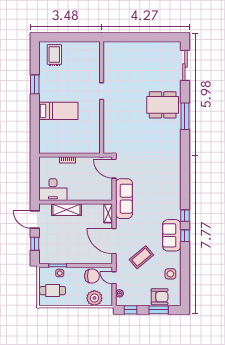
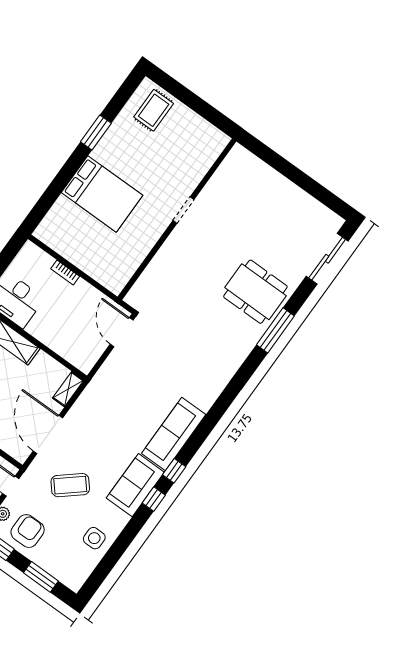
bed: (58, 111) -> (102, 194), width x1.50
sofa: (124, 199) -> (174, 434), moved, turned 180
armchair: (160, 297) -> (28, 531), moved, turned -90

